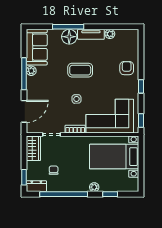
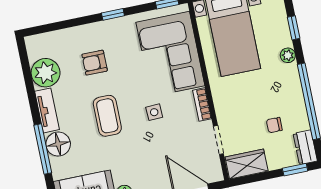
plant: (110, 34) -> (46, 73), width x1.88, depth x1.88
armchair: (127, 68) -> (95, 63), moved

